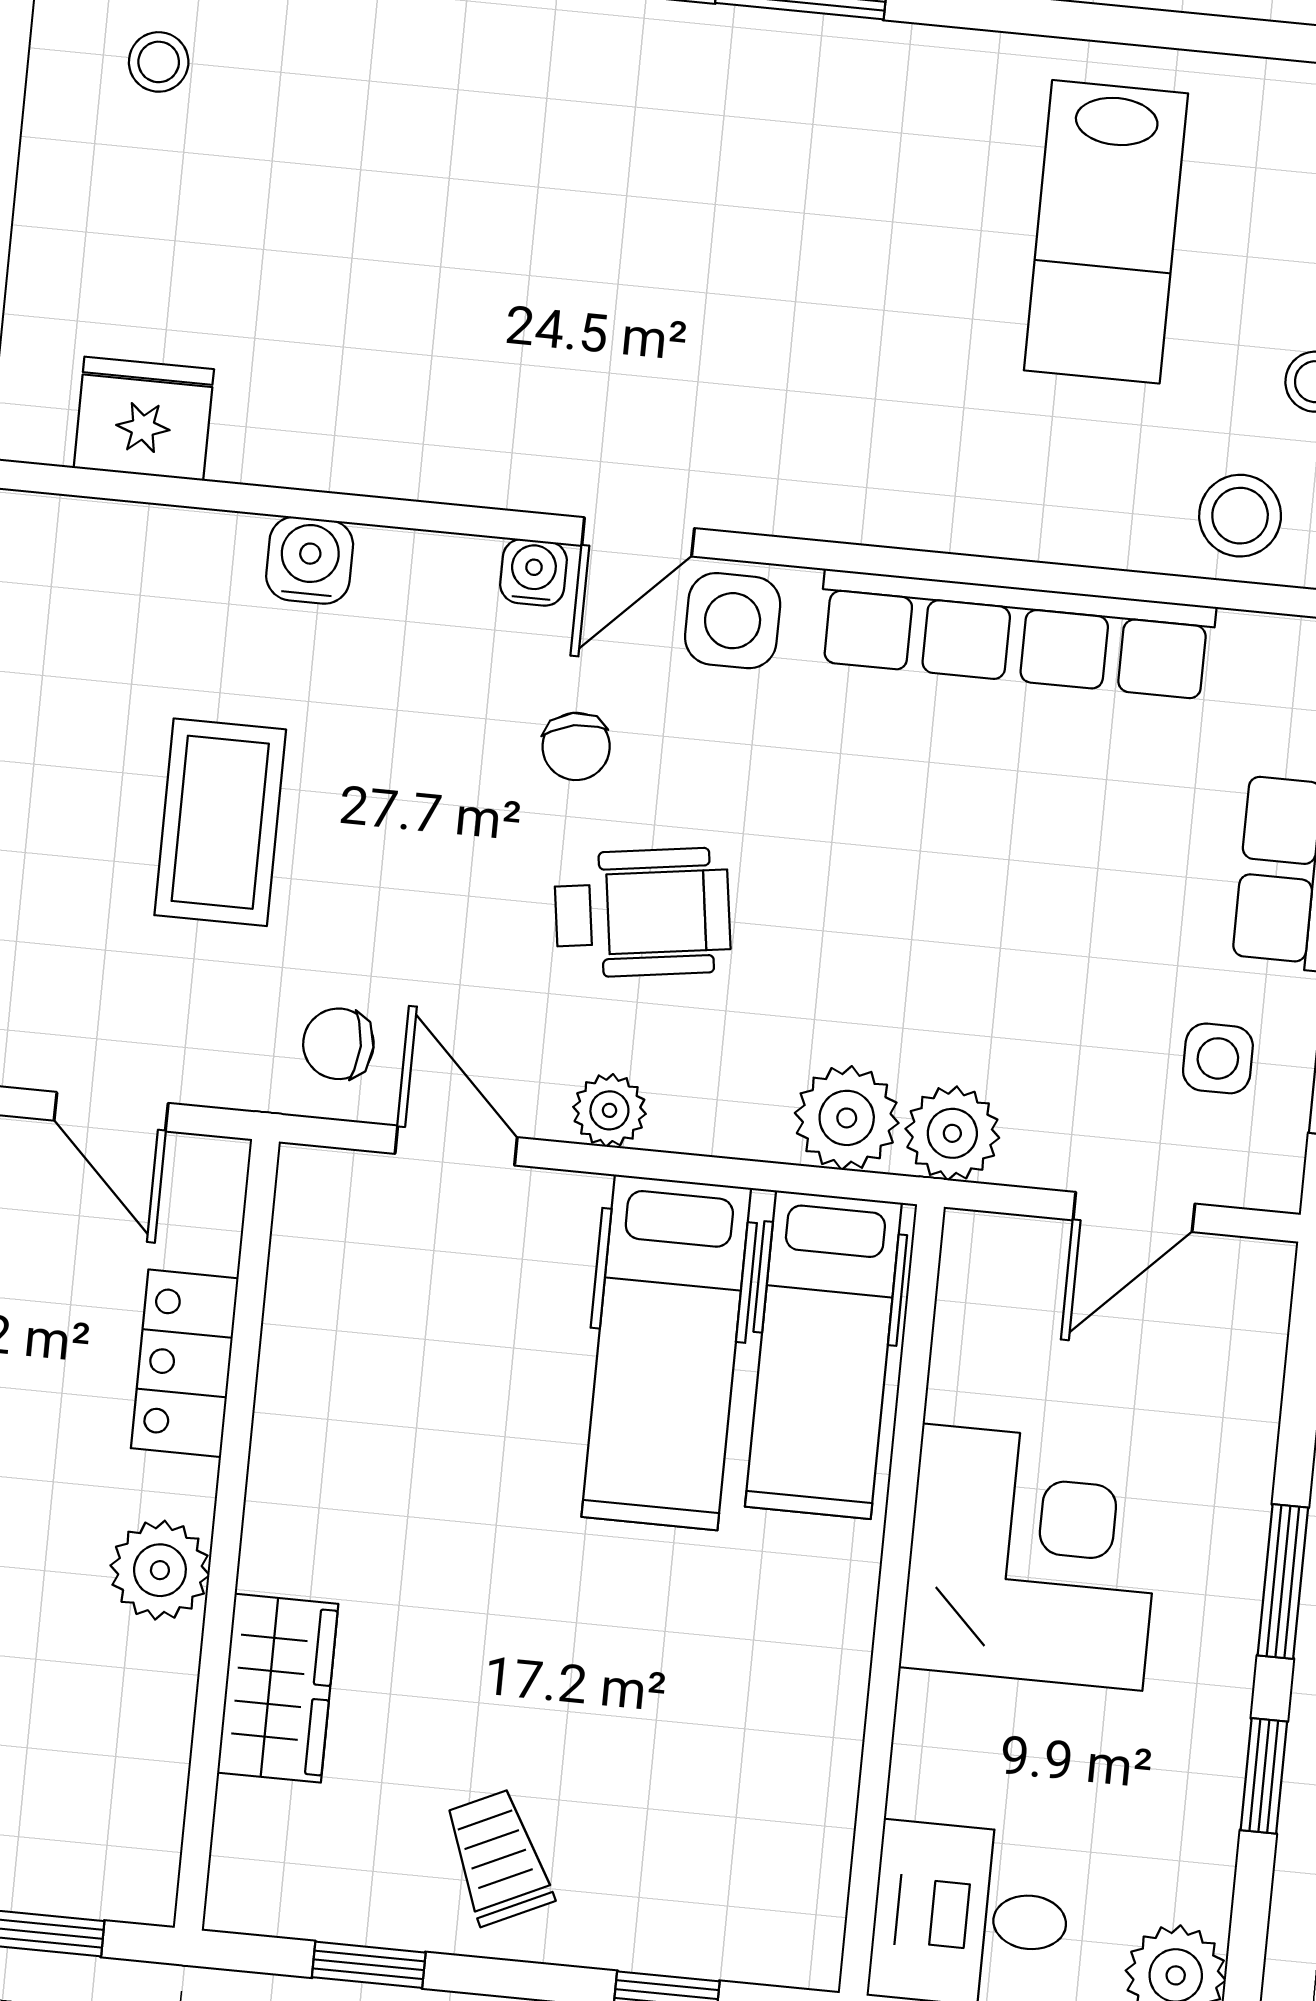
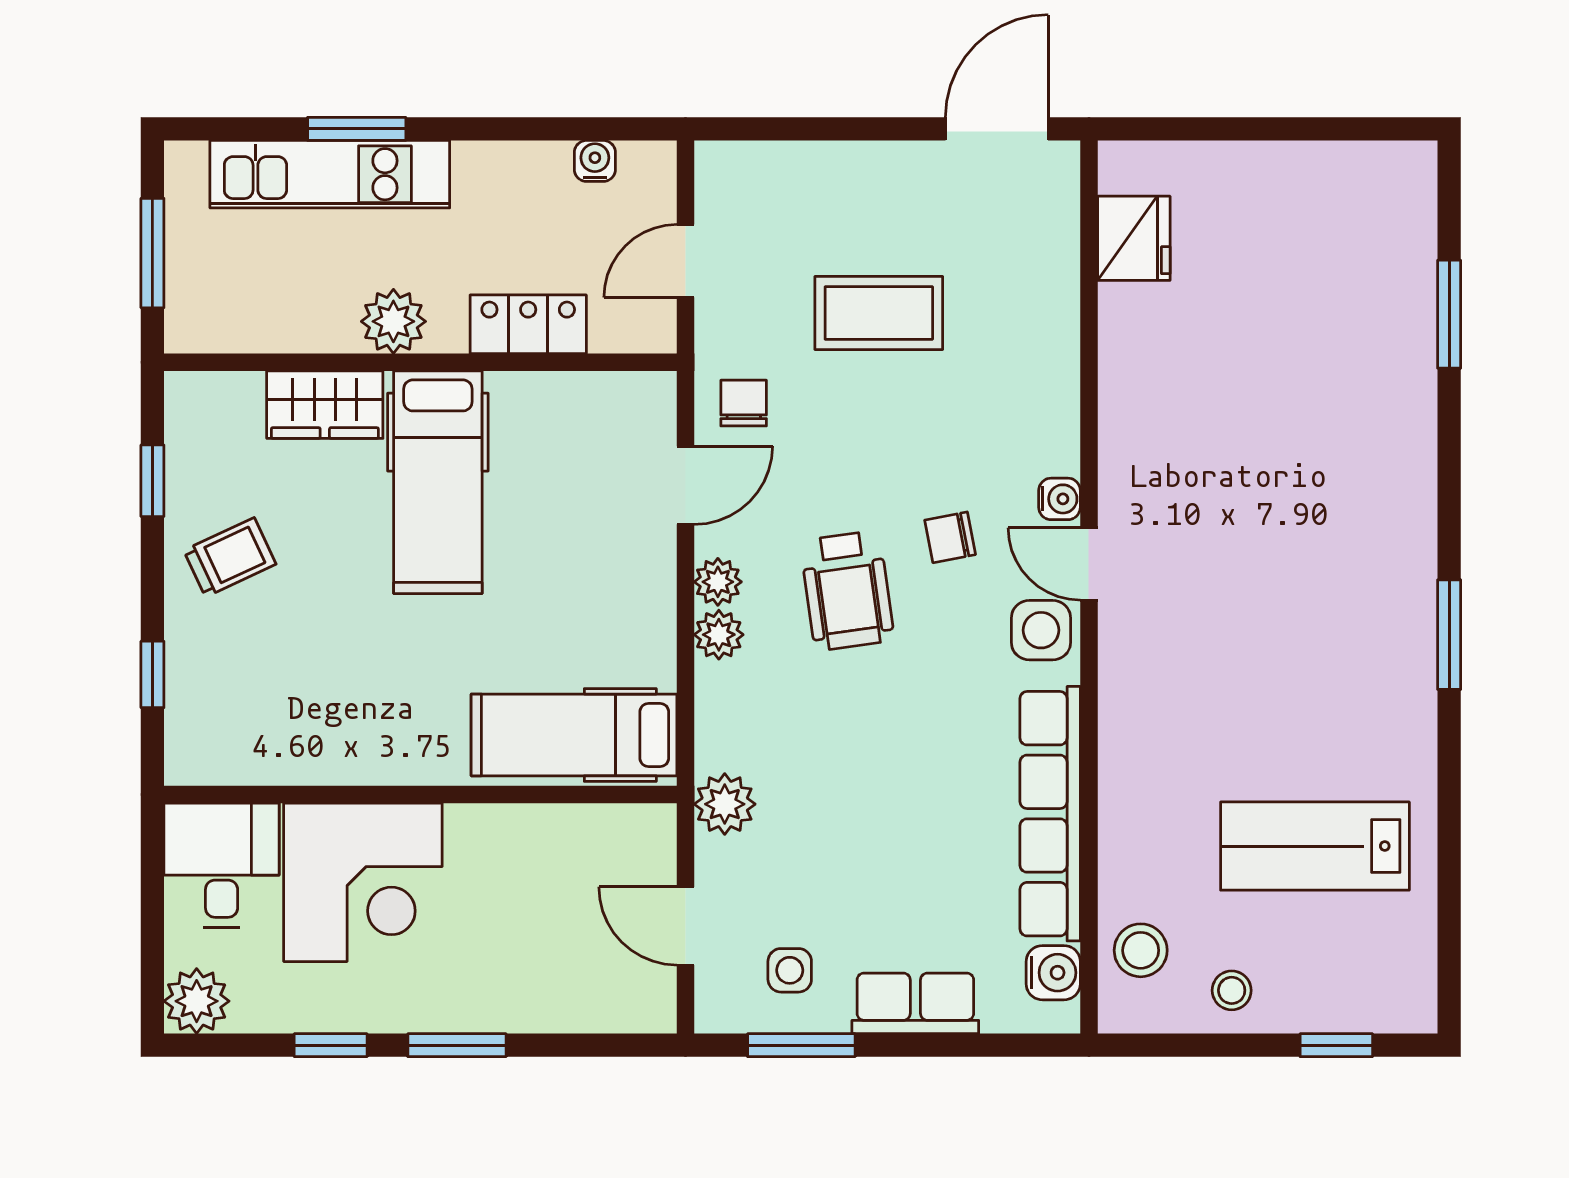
stool: (159, 62) -> (1365, 225), removed
water cooler: (310, 560) -> (1053, 973), moved
plant: (847, 1118) -> (719, 635), moved, width x0.73, depth x0.73
hospital bed: (666, 1352) -> (438, 482), moved, turned -90
corner desk: (1032, 1557) -> (363, 882), moved

